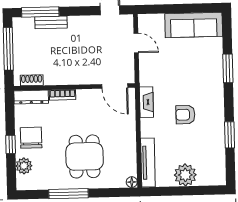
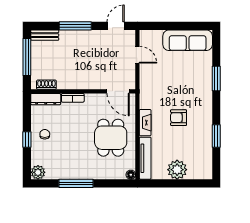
window: (40, 12) -> (75, 26), moved
bench: (51, 22) -> (45, 35), moved
fireplace: (146, 102) -> (145, 123), moved
chair: (31, 138) -> (45, 134), width x0.54, depth x0.54
dining table: (85, 156) -> (111, 138), moved
plant: (24, 166) -> (38, 172), moved

